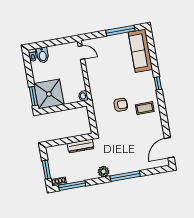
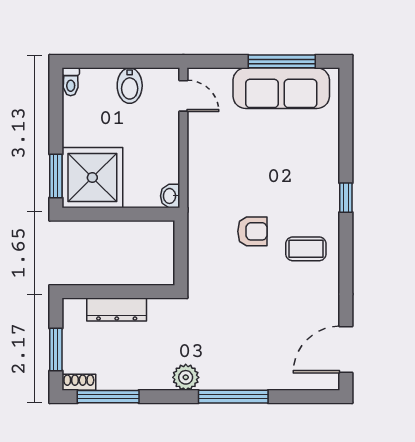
sofa: (140, 51) -> (281, 88), moved, turned -90
bidet: (43, 55) -> (130, 86), moved
dresser: (81, 146) -> (117, 309), moved

